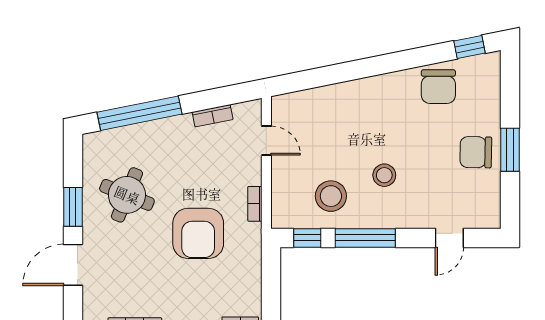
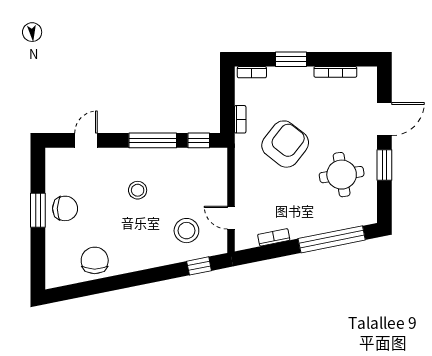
window: (470, 47) -> (199, 266), moved
round table: (127, 195) -> (342, 175), turned -31
stool: (331, 196) -> (186, 231), moved
bookcase: (255, 204) -> (240, 119), moved
armchair: (198, 233) -> (285, 144), turned 38

